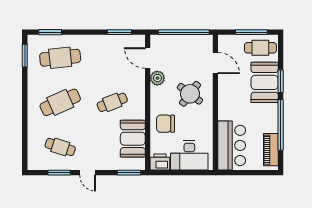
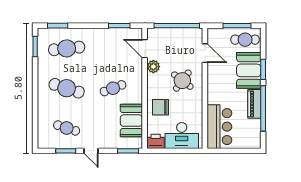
cafe table: (60, 102) -> (67, 88), turned 42
piano: (271, 150) -> (254, 104), moved

